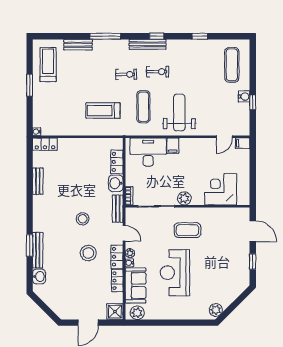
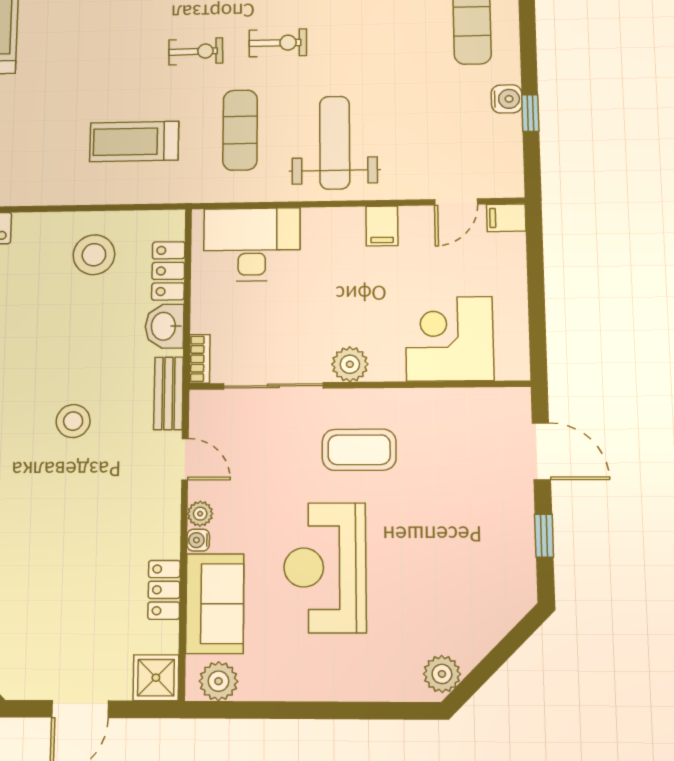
filing cabinet: (173, 146) -> (382, 226), moved
stool: (88, 253) -> (94, 255), moved
locker: (117, 257) -> (164, 523), removed

